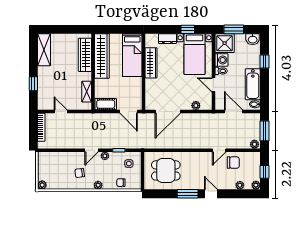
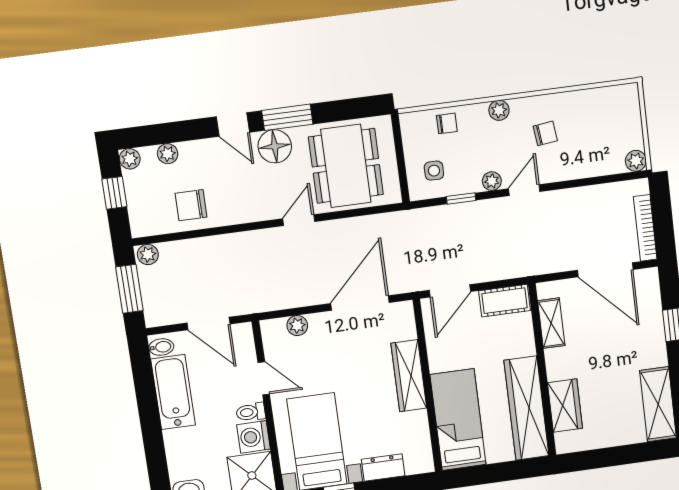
wardrobe: (85, 55) -> (565, 406), width x0.67
window: (264, 62) -> (154, 447), removed
wardrobe: (151, 63) -> (409, 376), moved
door: (61, 112) -> (605, 270), width x1.88
door: (129, 112) -> (450, 291), swing flipped
door: (219, 150) -> (299, 220), moved
dining table: (166, 170) -> (346, 166), width x1.38
floor lamp: (195, 182) -> (275, 146), added
plant: (42, 185) -> (636, 161), moved

